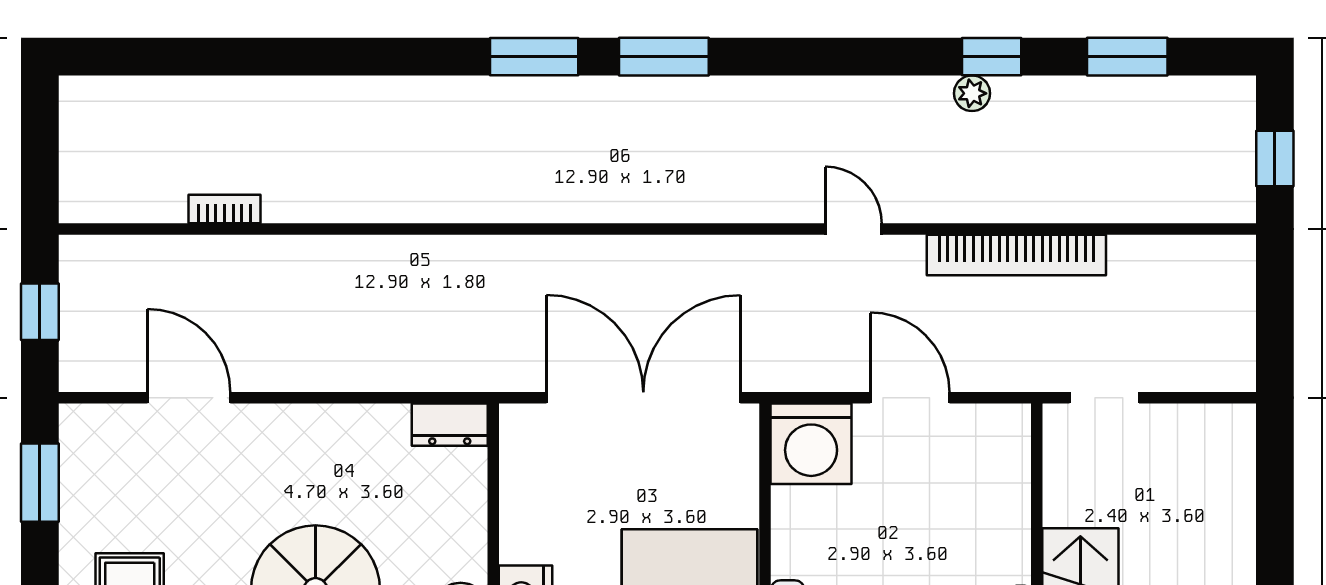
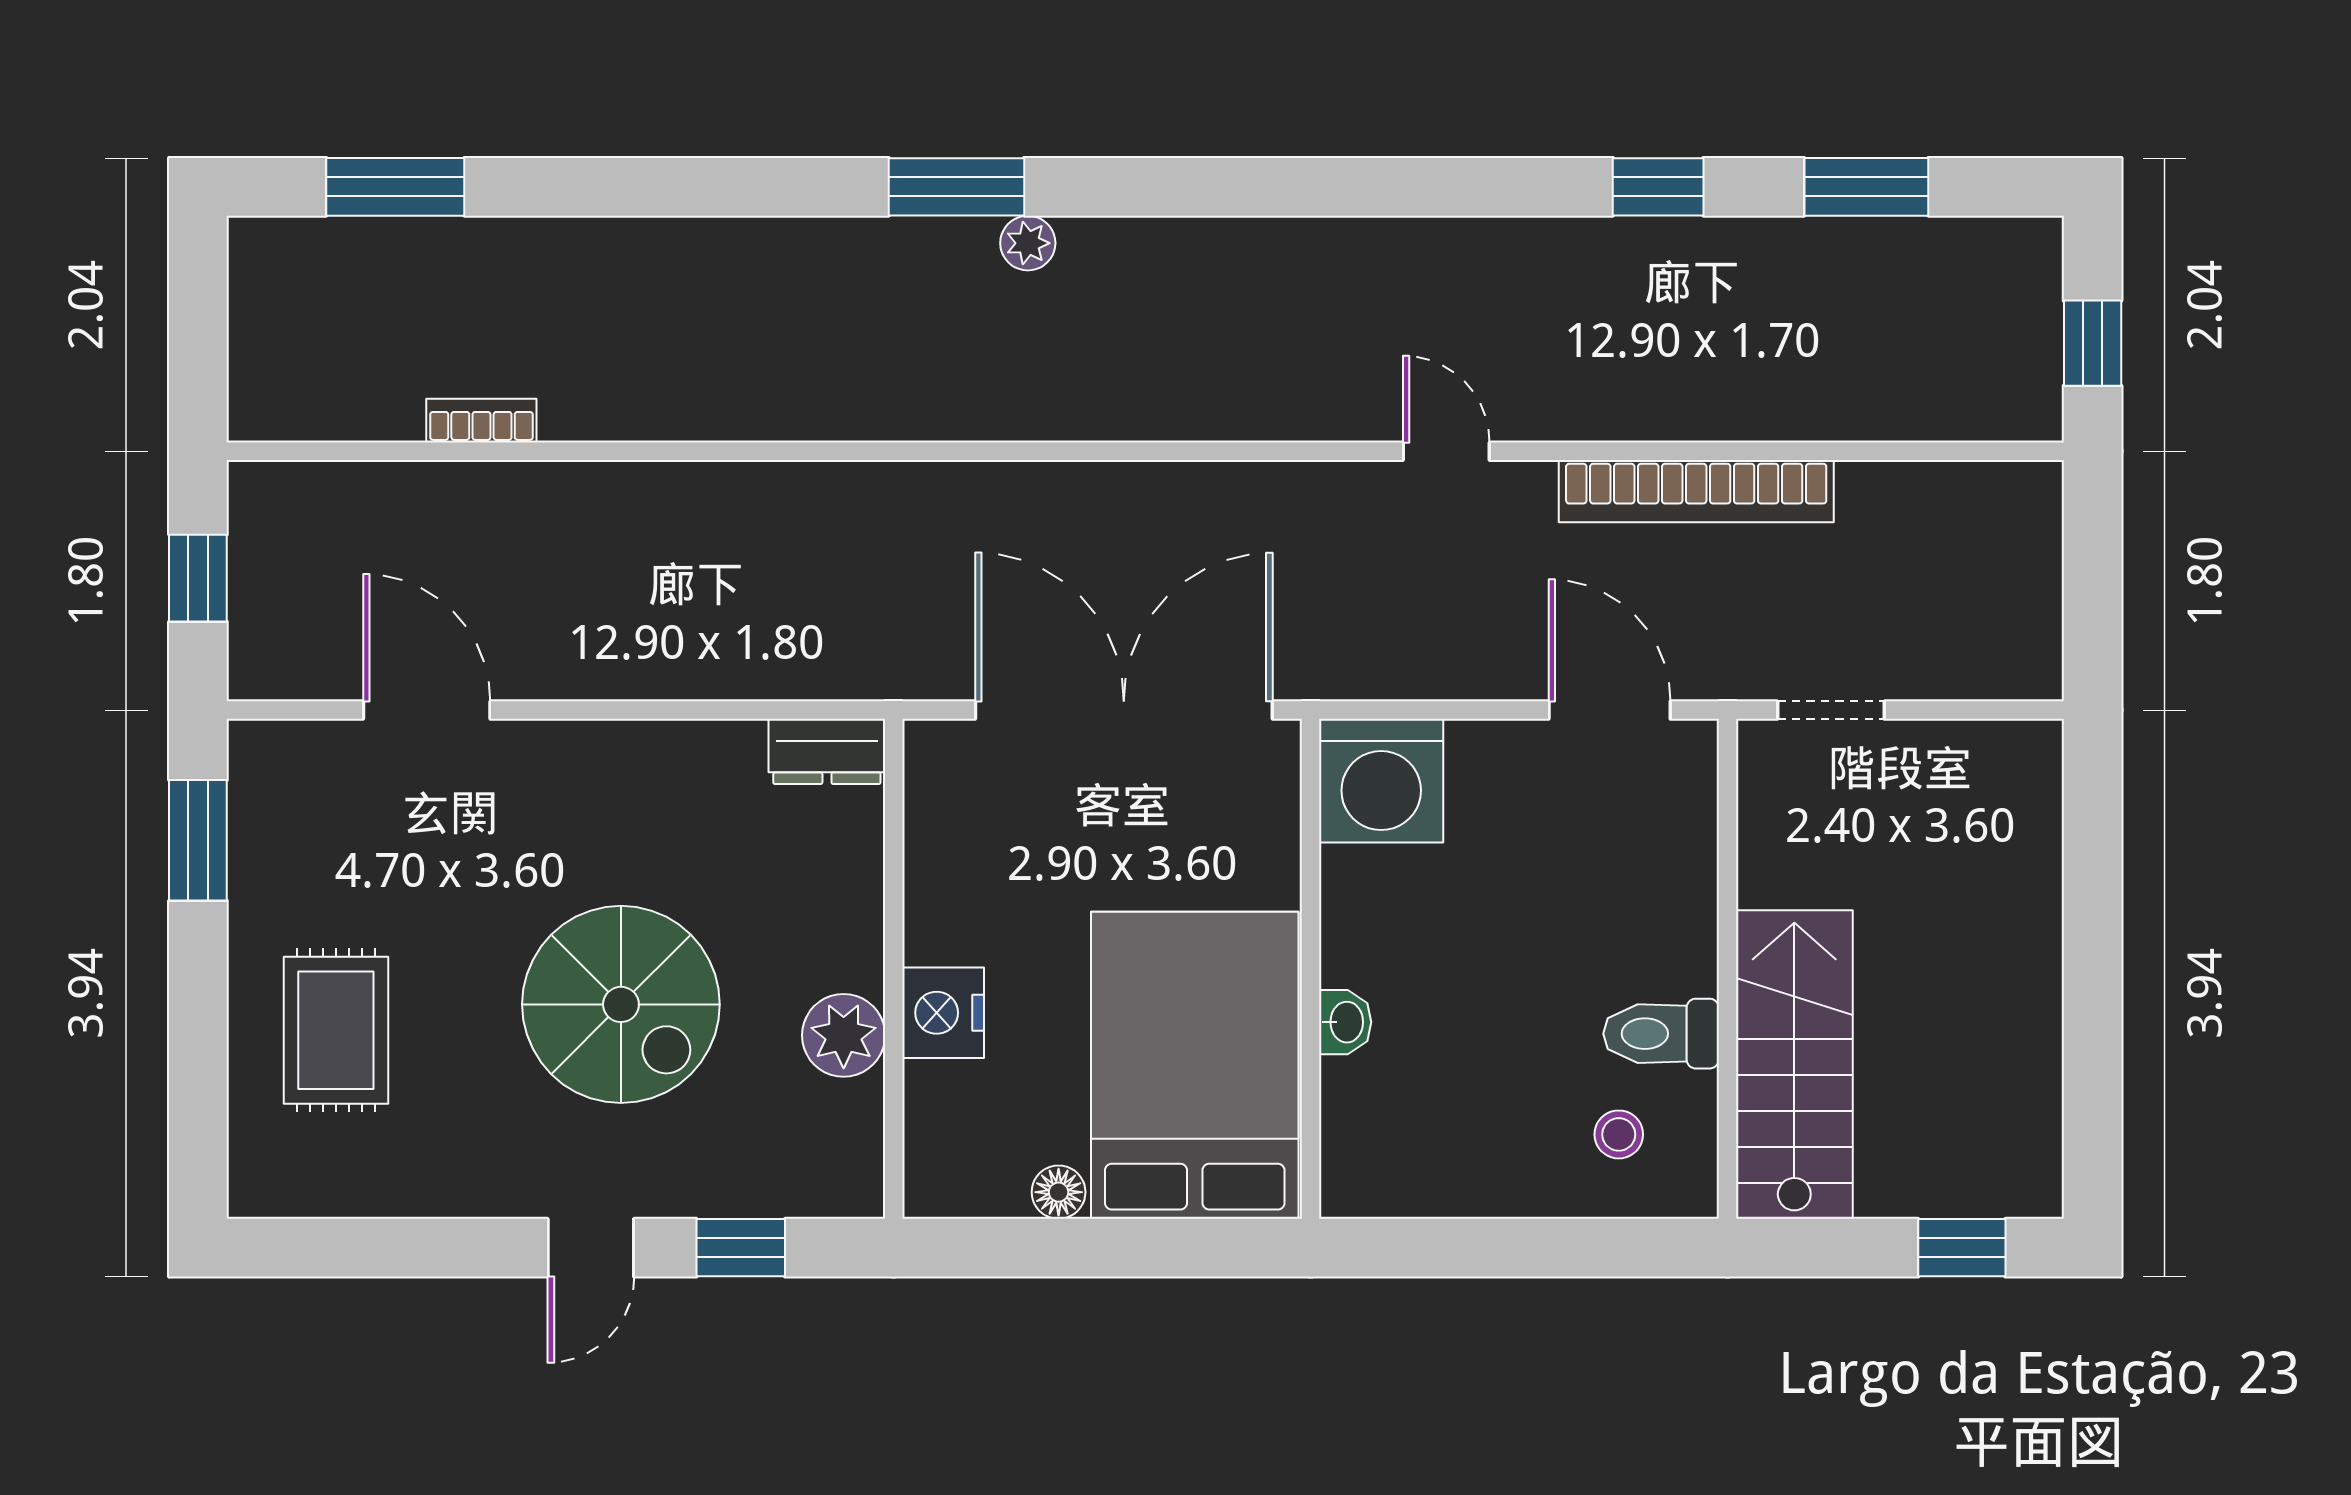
window: (664, 57) -> (395, 187), moved
plant: (972, 93) -> (1028, 243), moved
door: (910, 398) -> (1610, 710), moved

